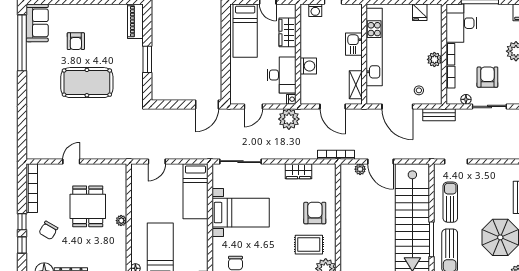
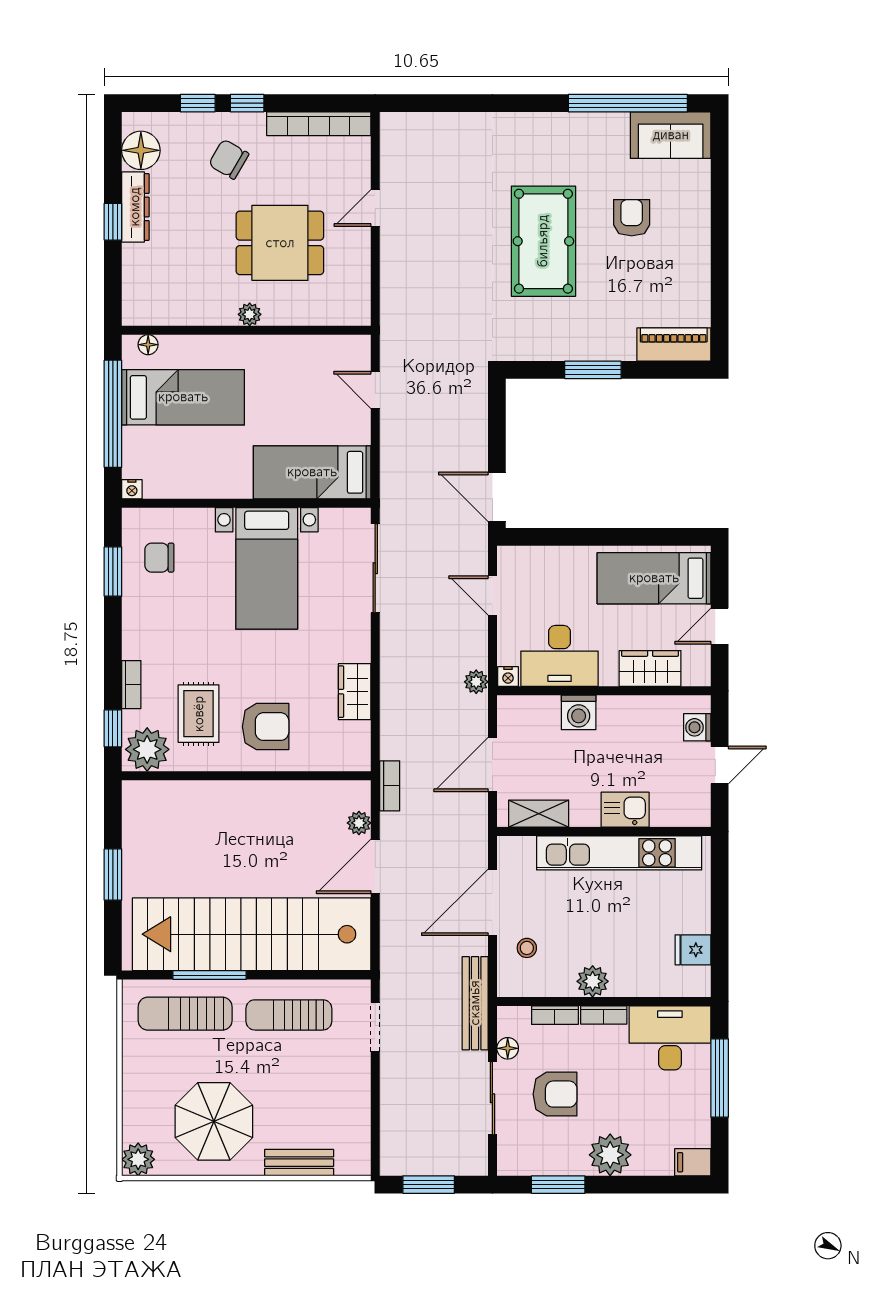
armchair: (76, 41) -> (632, 218), turned 90
bench: (439, 115) -> (475, 1003), width x1.36
plant: (289, 119) -> (476, 682), width x0.53, depth x0.53
bookcase: (336, 155) -> (390, 786), width x0.64
door: (71, 162) -> (375, 208), swing flipped
sun lounger: (450, 202) -> (289, 1015), turned 180

